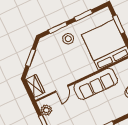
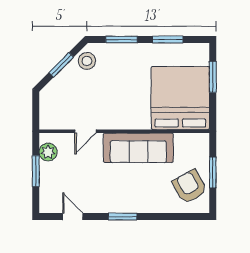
stool: (68, 39) -> (87, 61), moved
wardrobe: (35, 86) -> (48, 109), removed

